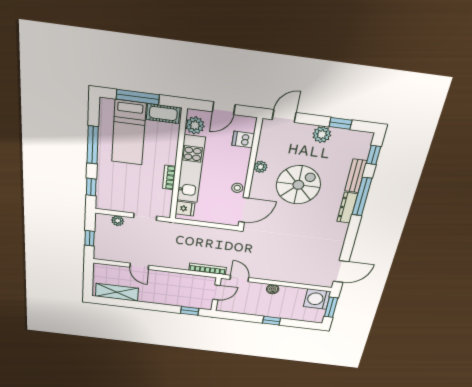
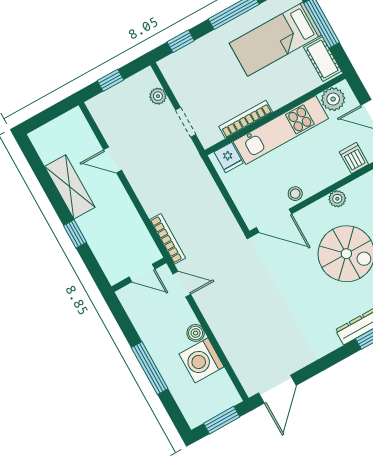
bookcase: (169, 177) -> (246, 119), width x1.56
door: (139, 266) -> (113, 160), hinge flipped
door: (341, 271) -> (277, 389), hinge flipped
door: (239, 278) -> (182, 284), hinge flipped
shelving: (117, 292) -> (70, 187), moved
washing machine: (317, 299) -> (202, 360), moved, turned -90
window: (190, 311) -> (75, 234), moved
window: (272, 321) -> (150, 368), width x2.17

